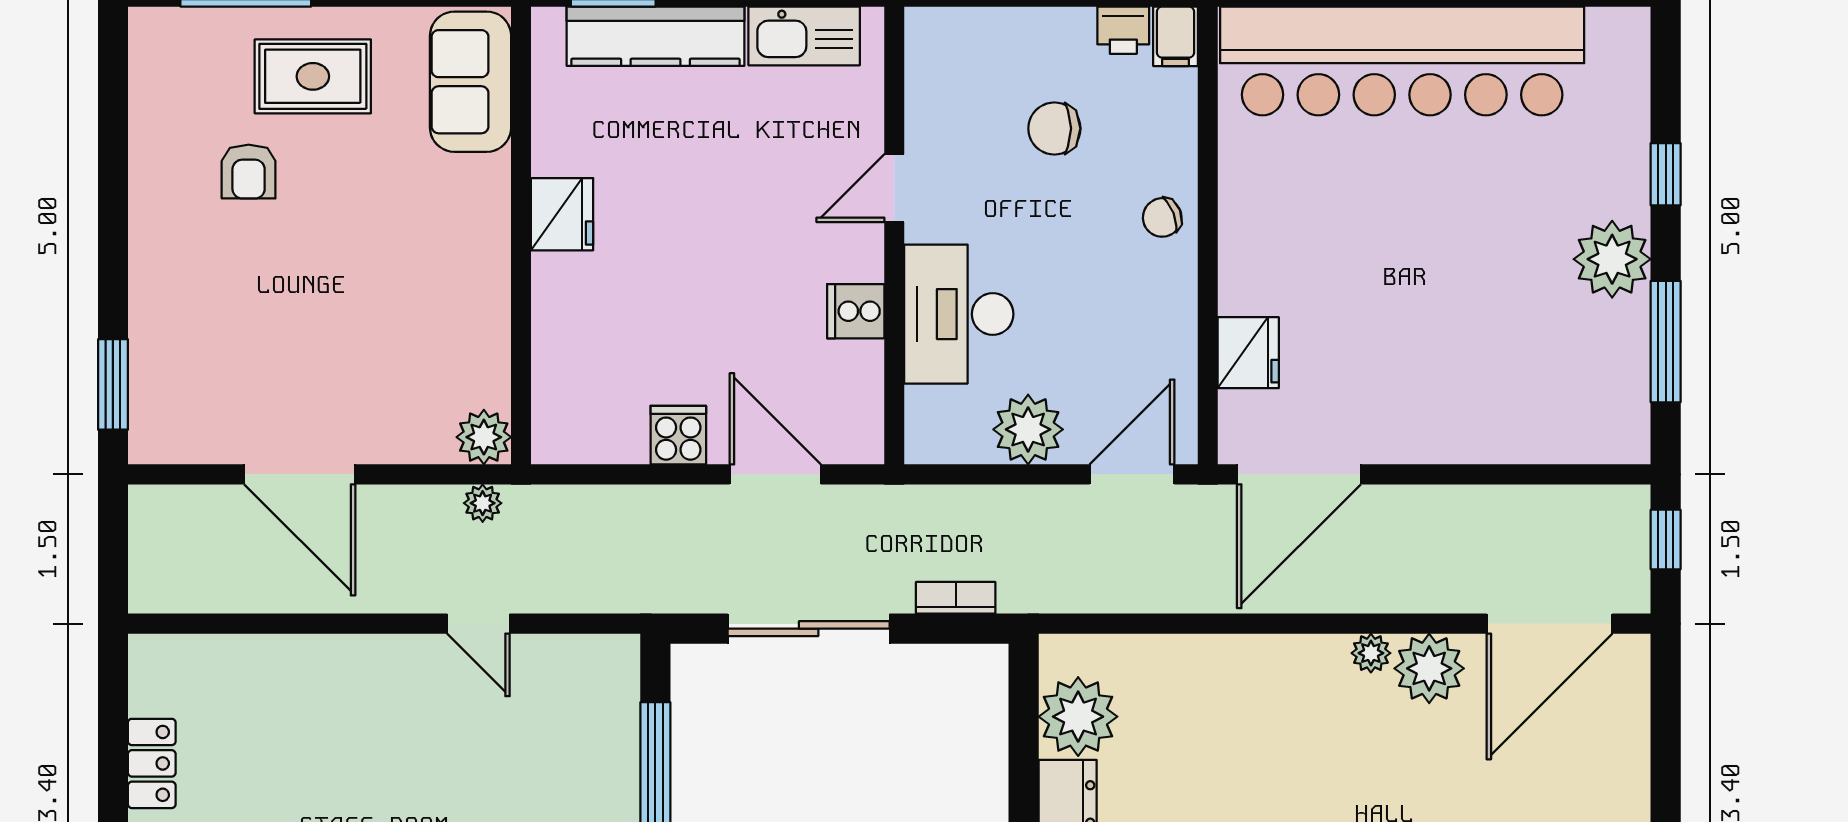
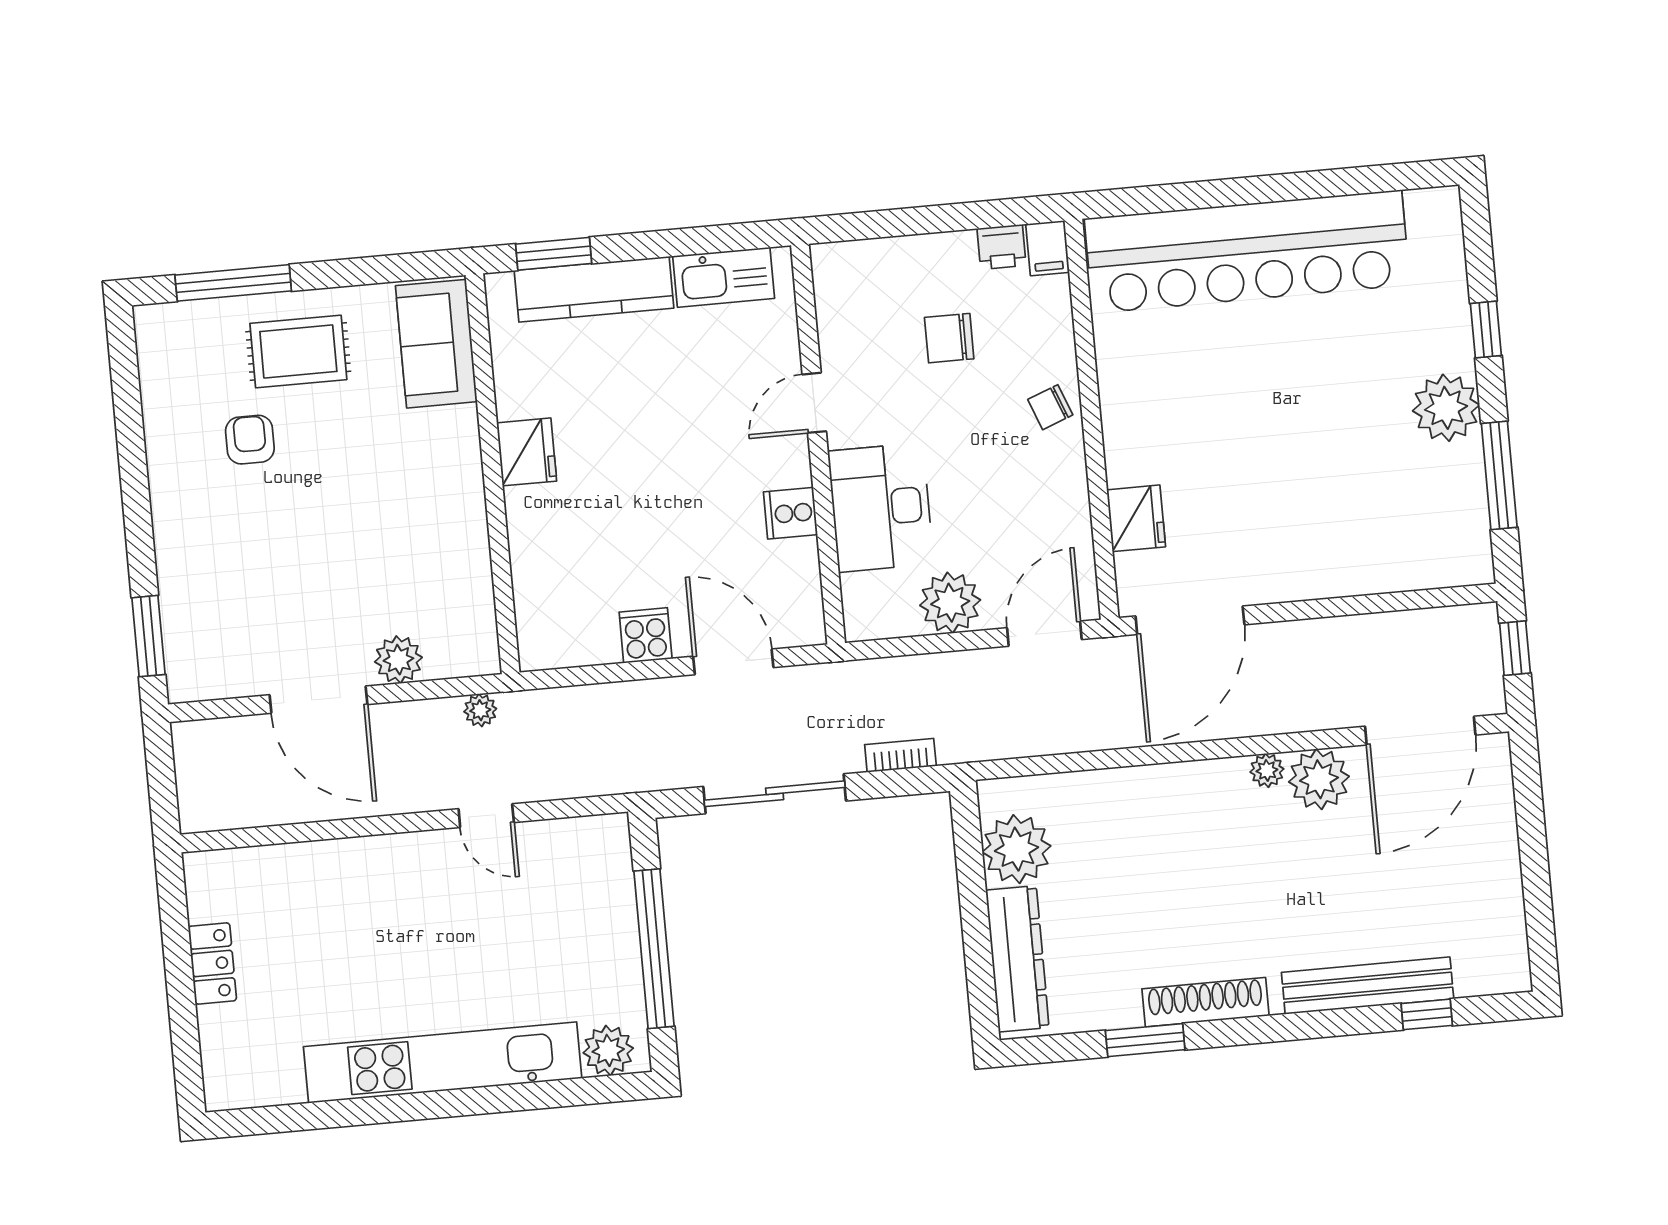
armchair: (249, 172) -> (250, 440), turned 180
plant: (484, 437) -> (398, 660), moved

